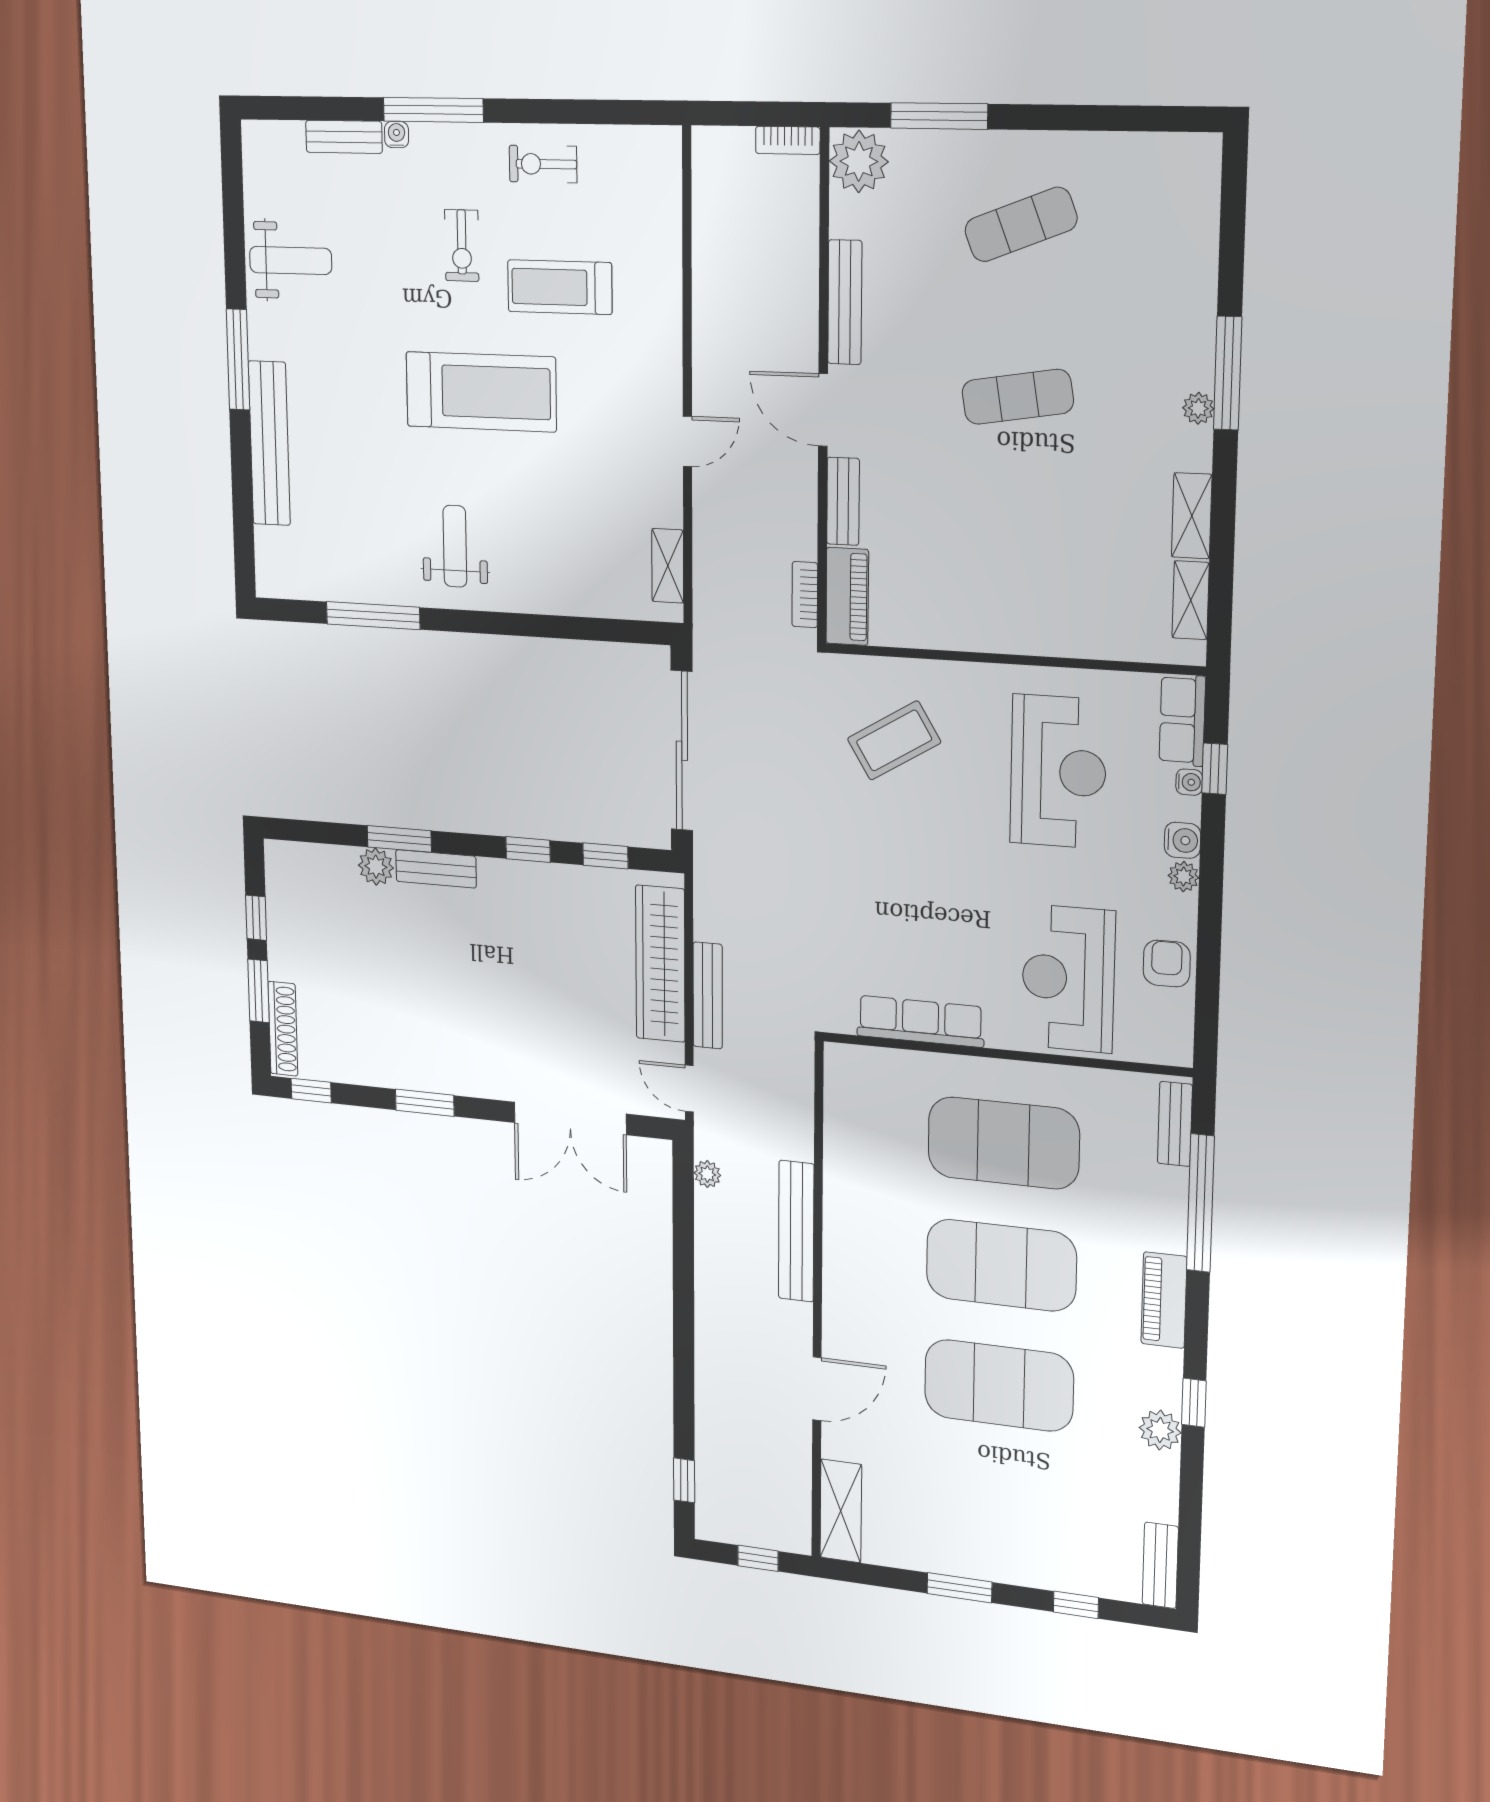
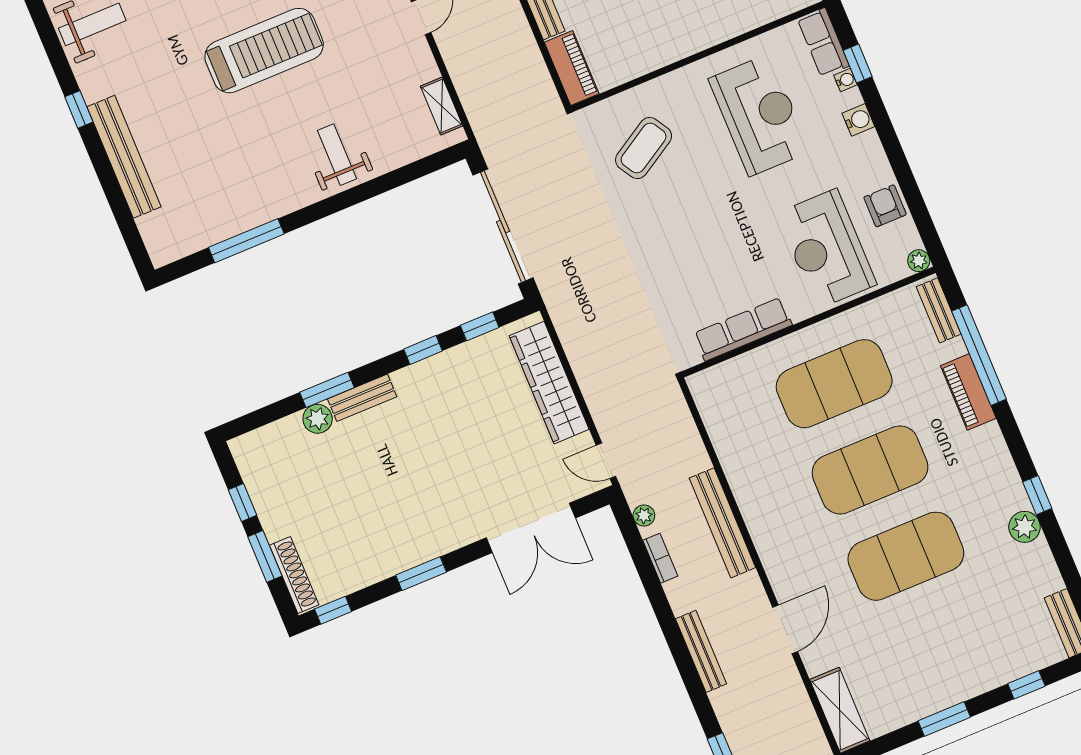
window: (238, 359) -> (79, 109), width x0.46
weight bench: (455, 546) -> (337, 155), moved
bookcase: (805, 595) -> (660, 558), moved, turned 180
plant: (1184, 877) -> (919, 261), moved
bench: (708, 996) -> (701, 651), moved
piano: (1164, 1300) -> (968, 392), moved

